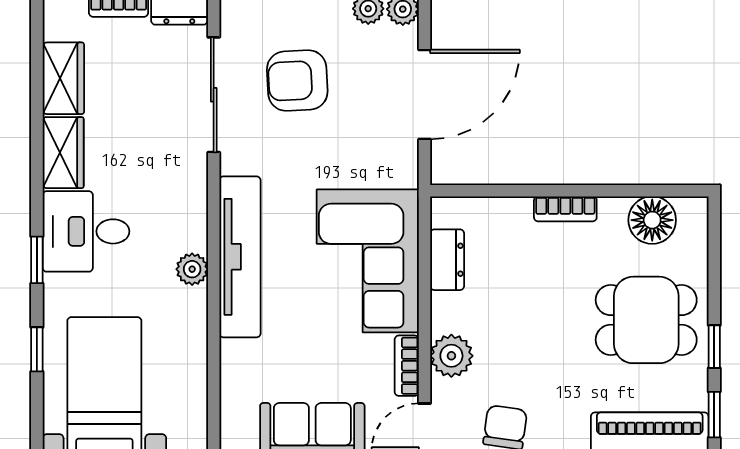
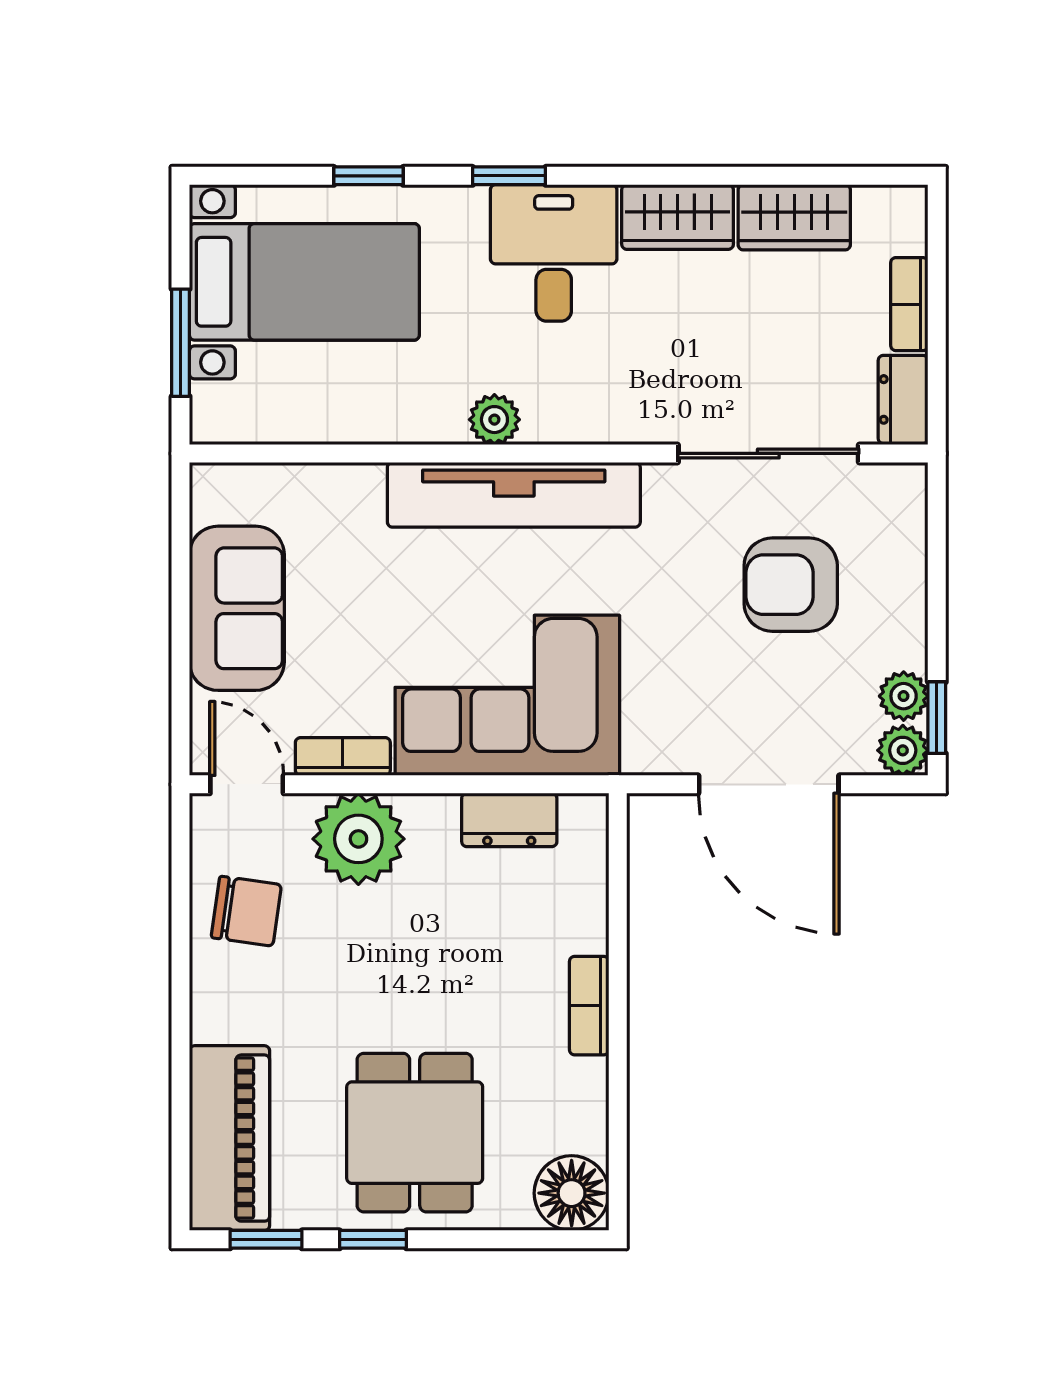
armchair: (297, 80) -> (791, 585), turned -87
floor lamp: (652, 220) -> (572, 1193), moved
plant: (451, 356) -> (358, 839), width x1.36, depth x1.36

